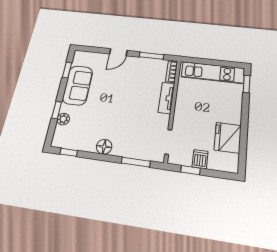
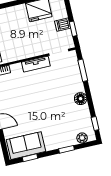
sofa: (78, 85) -> (26, 146), moved
tv unit: (166, 98) -> (36, 64), moved
plant: (63, 119) -> (82, 138), moved

